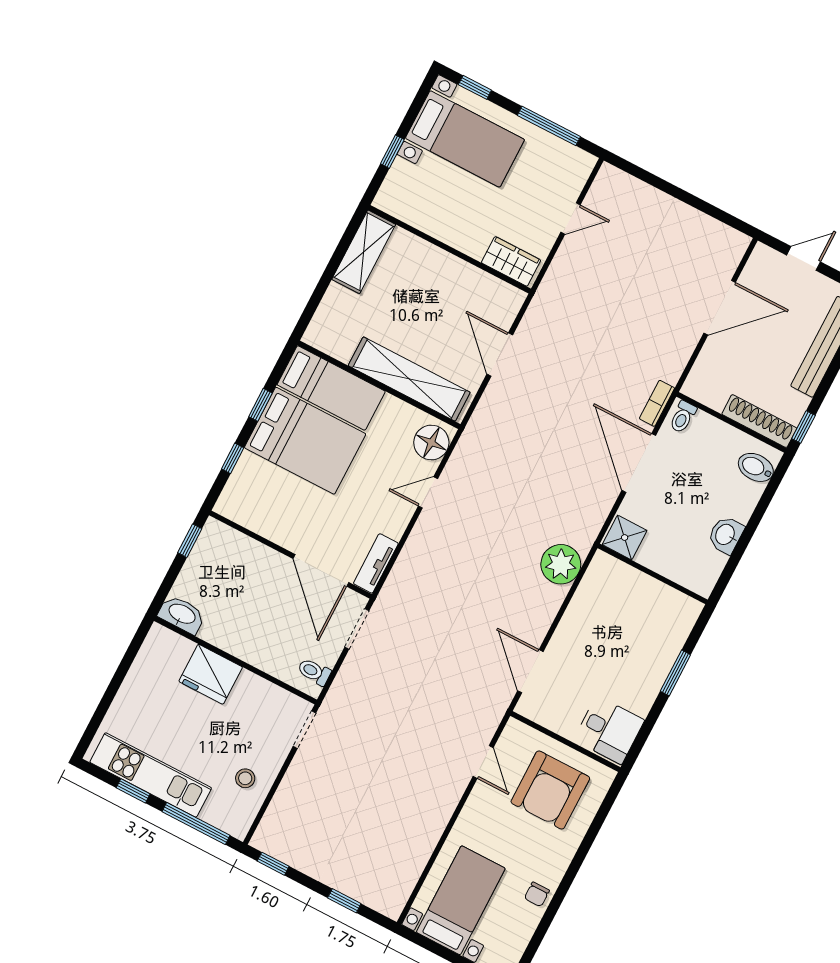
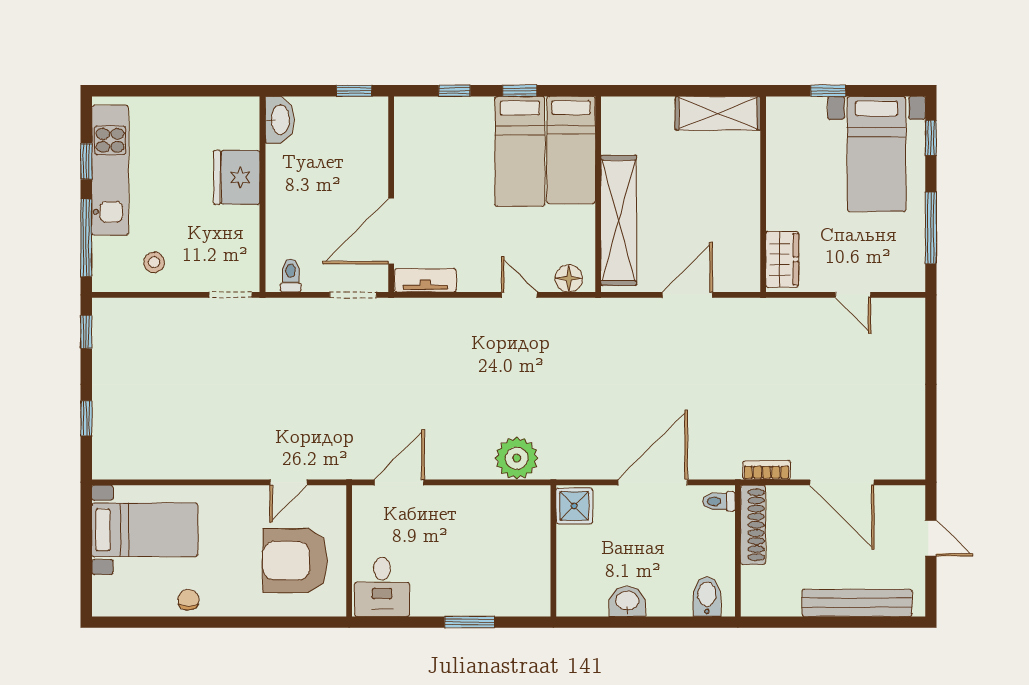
bookcase: (657, 403) -> (767, 470), moved
shoe rack: (759, 421) -> (753, 525), moved
window: (803, 427) -> (769, 622), removed
bed: (305, 441) -> (520, 151), width x0.67
floor lamp: (431, 443) -> (569, 278), width x0.73, depth x0.73
chair: (537, 894) -> (188, 600), turned 90

